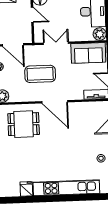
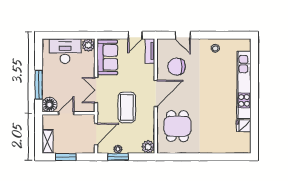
chair: (82, 121) -> (177, 67), added

